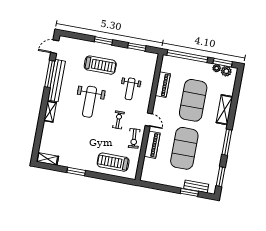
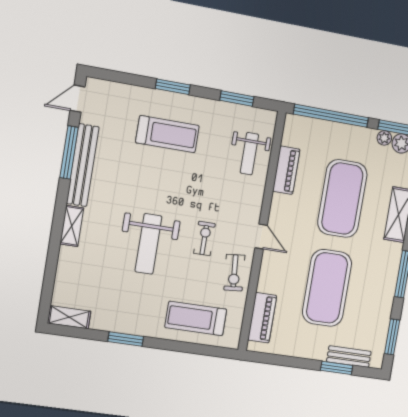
weight bench: (130, 89) -> (249, 154), moved
weight bench: (90, 102) -> (148, 244), moved
piano: (152, 145) -> (262, 318), moved

